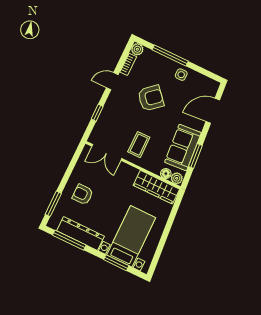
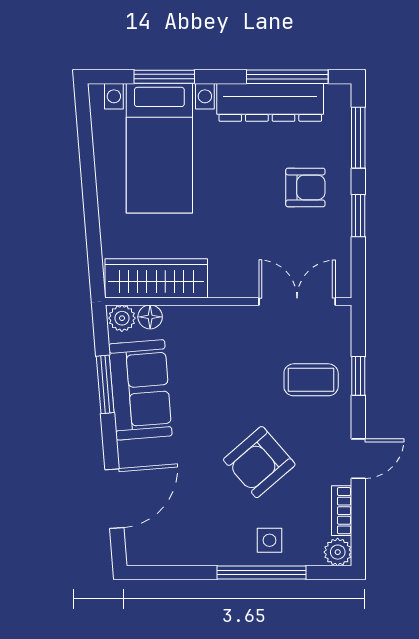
side table: (181, 75) -> (270, 540), moved
coffee table: (139, 145) -> (311, 380), moved, turned 90
window: (68, 174) -> (358, 216), added

